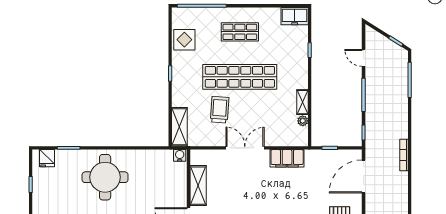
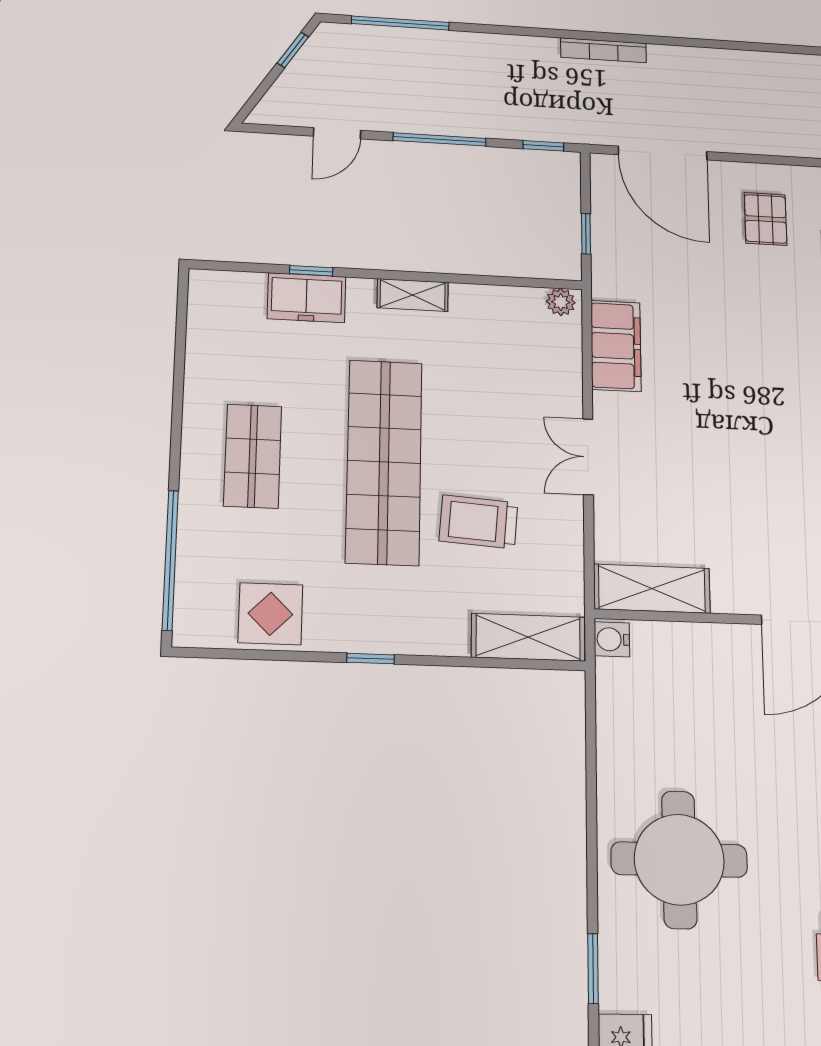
freezer: (295, 16) -> (307, 298), moved, turned 90
shelving: (302, 102) -> (413, 295), moved
plant: (303, 121) -> (561, 302), moved
double door: (245, 148) -> (588, 457), width x0.73
shelving: (198, 186) -> (652, 589), moved

